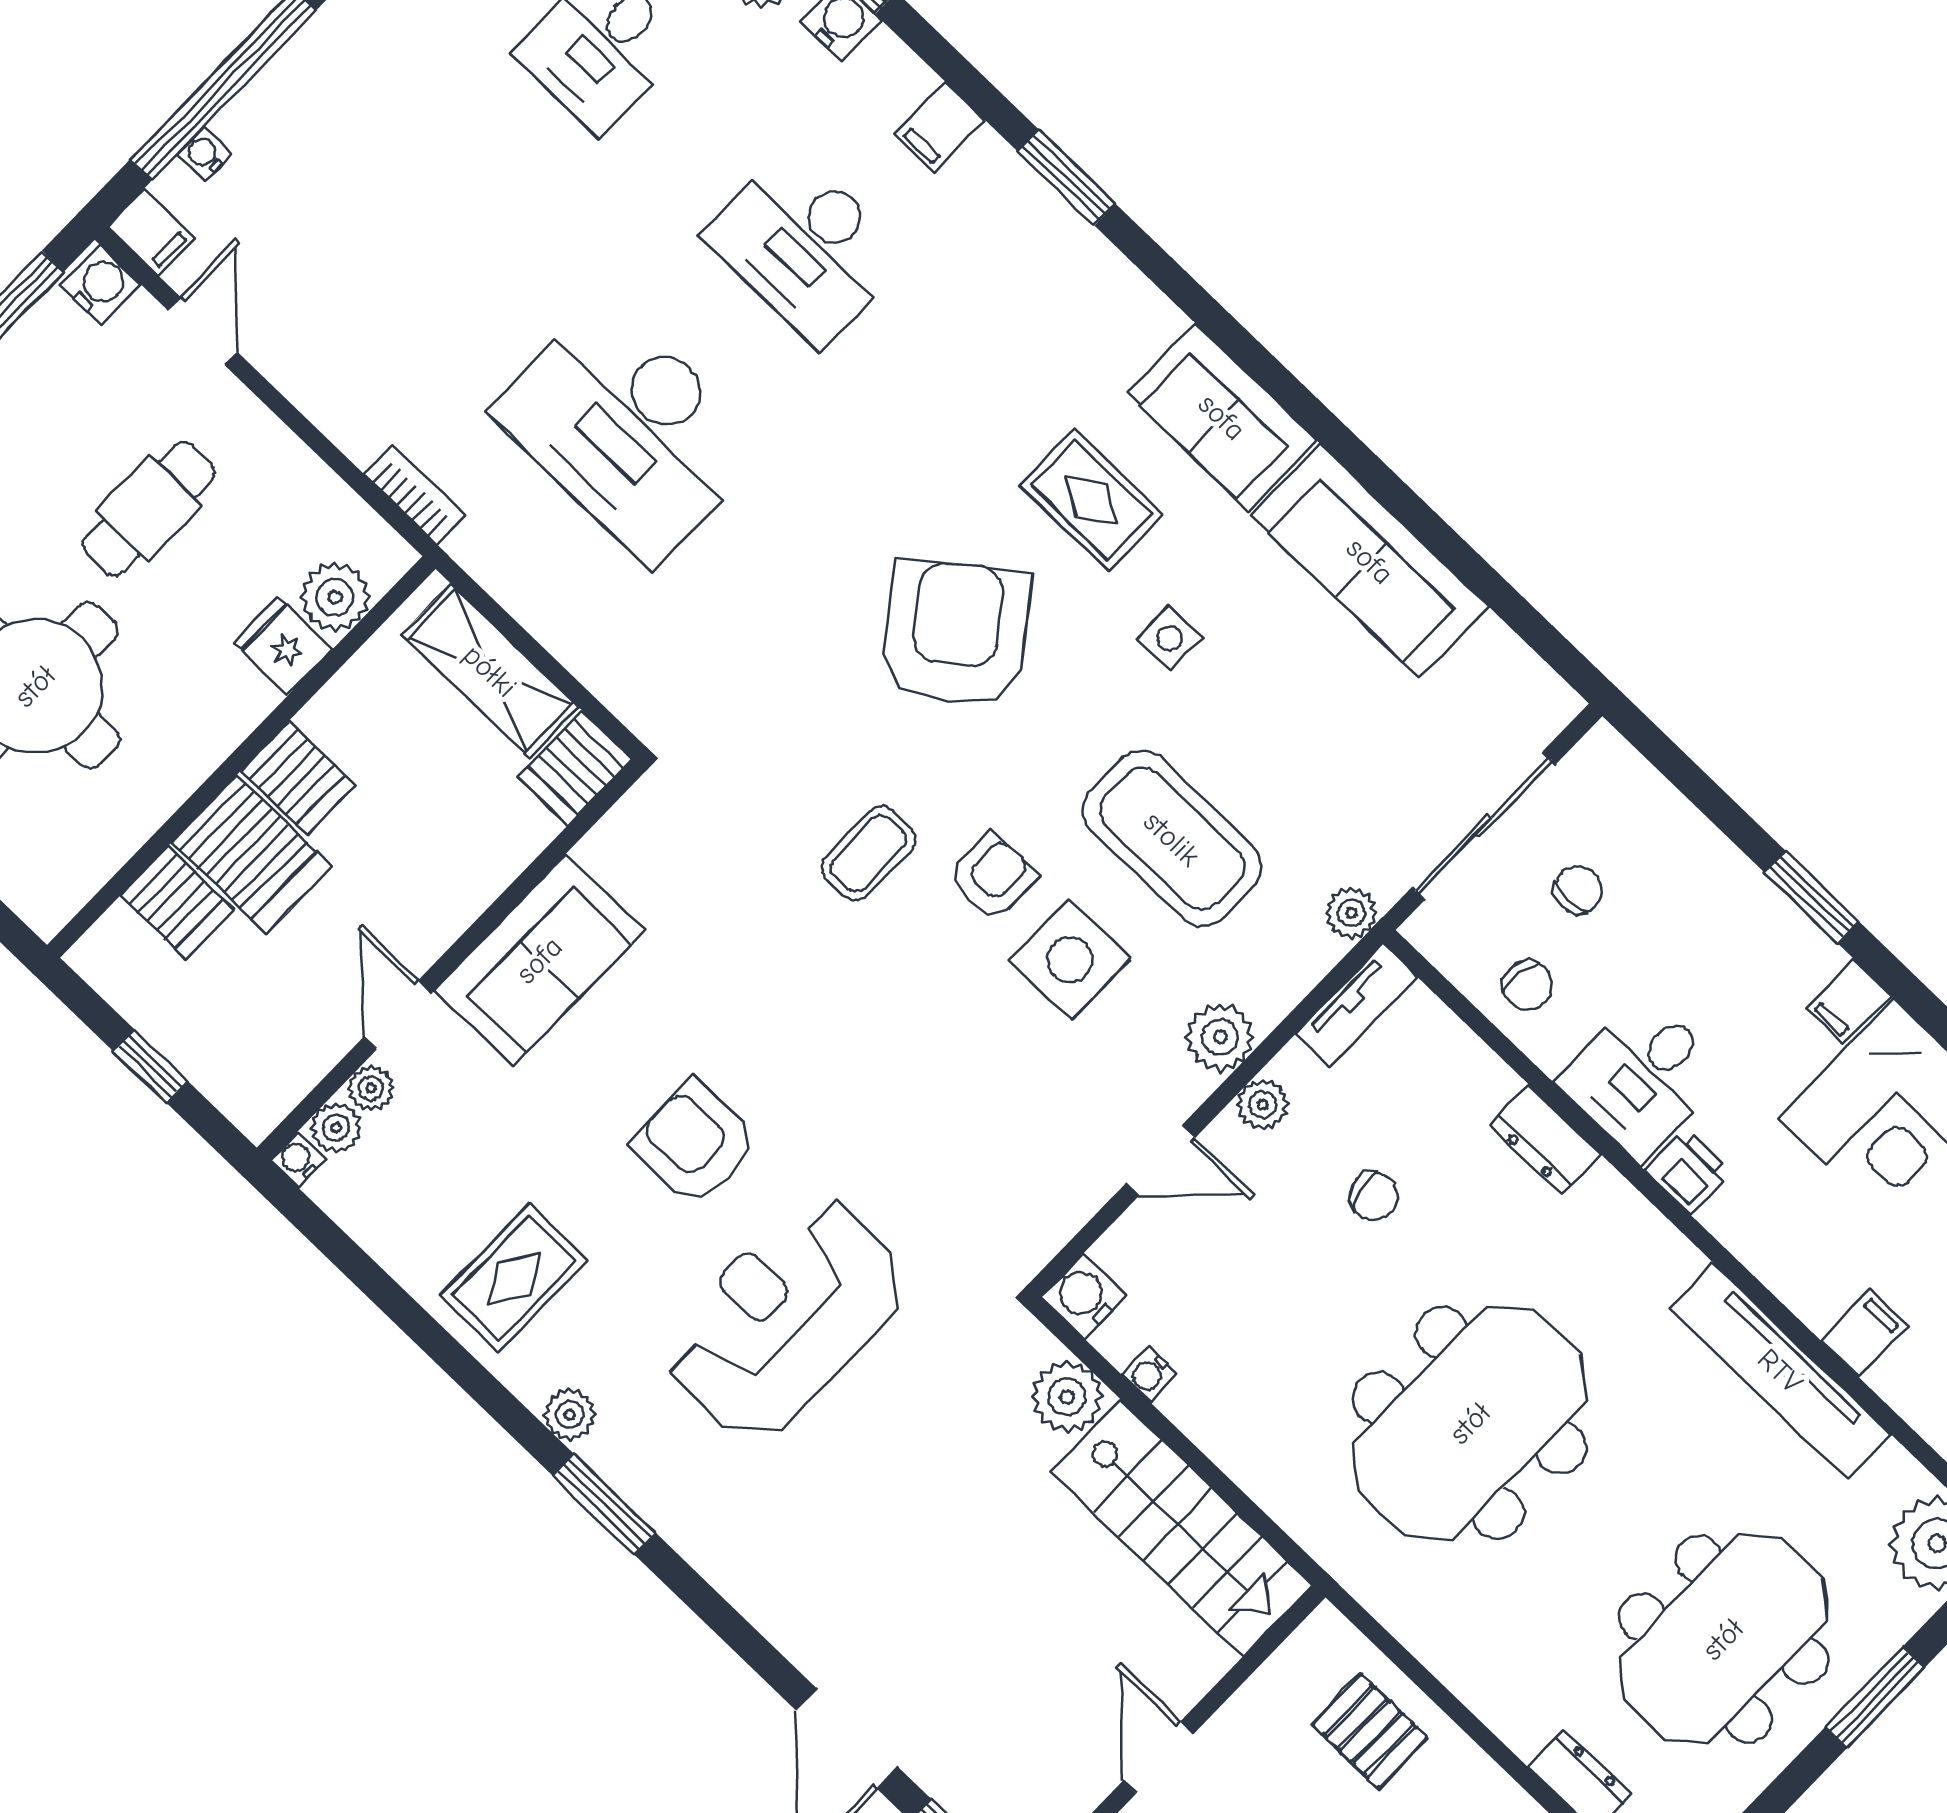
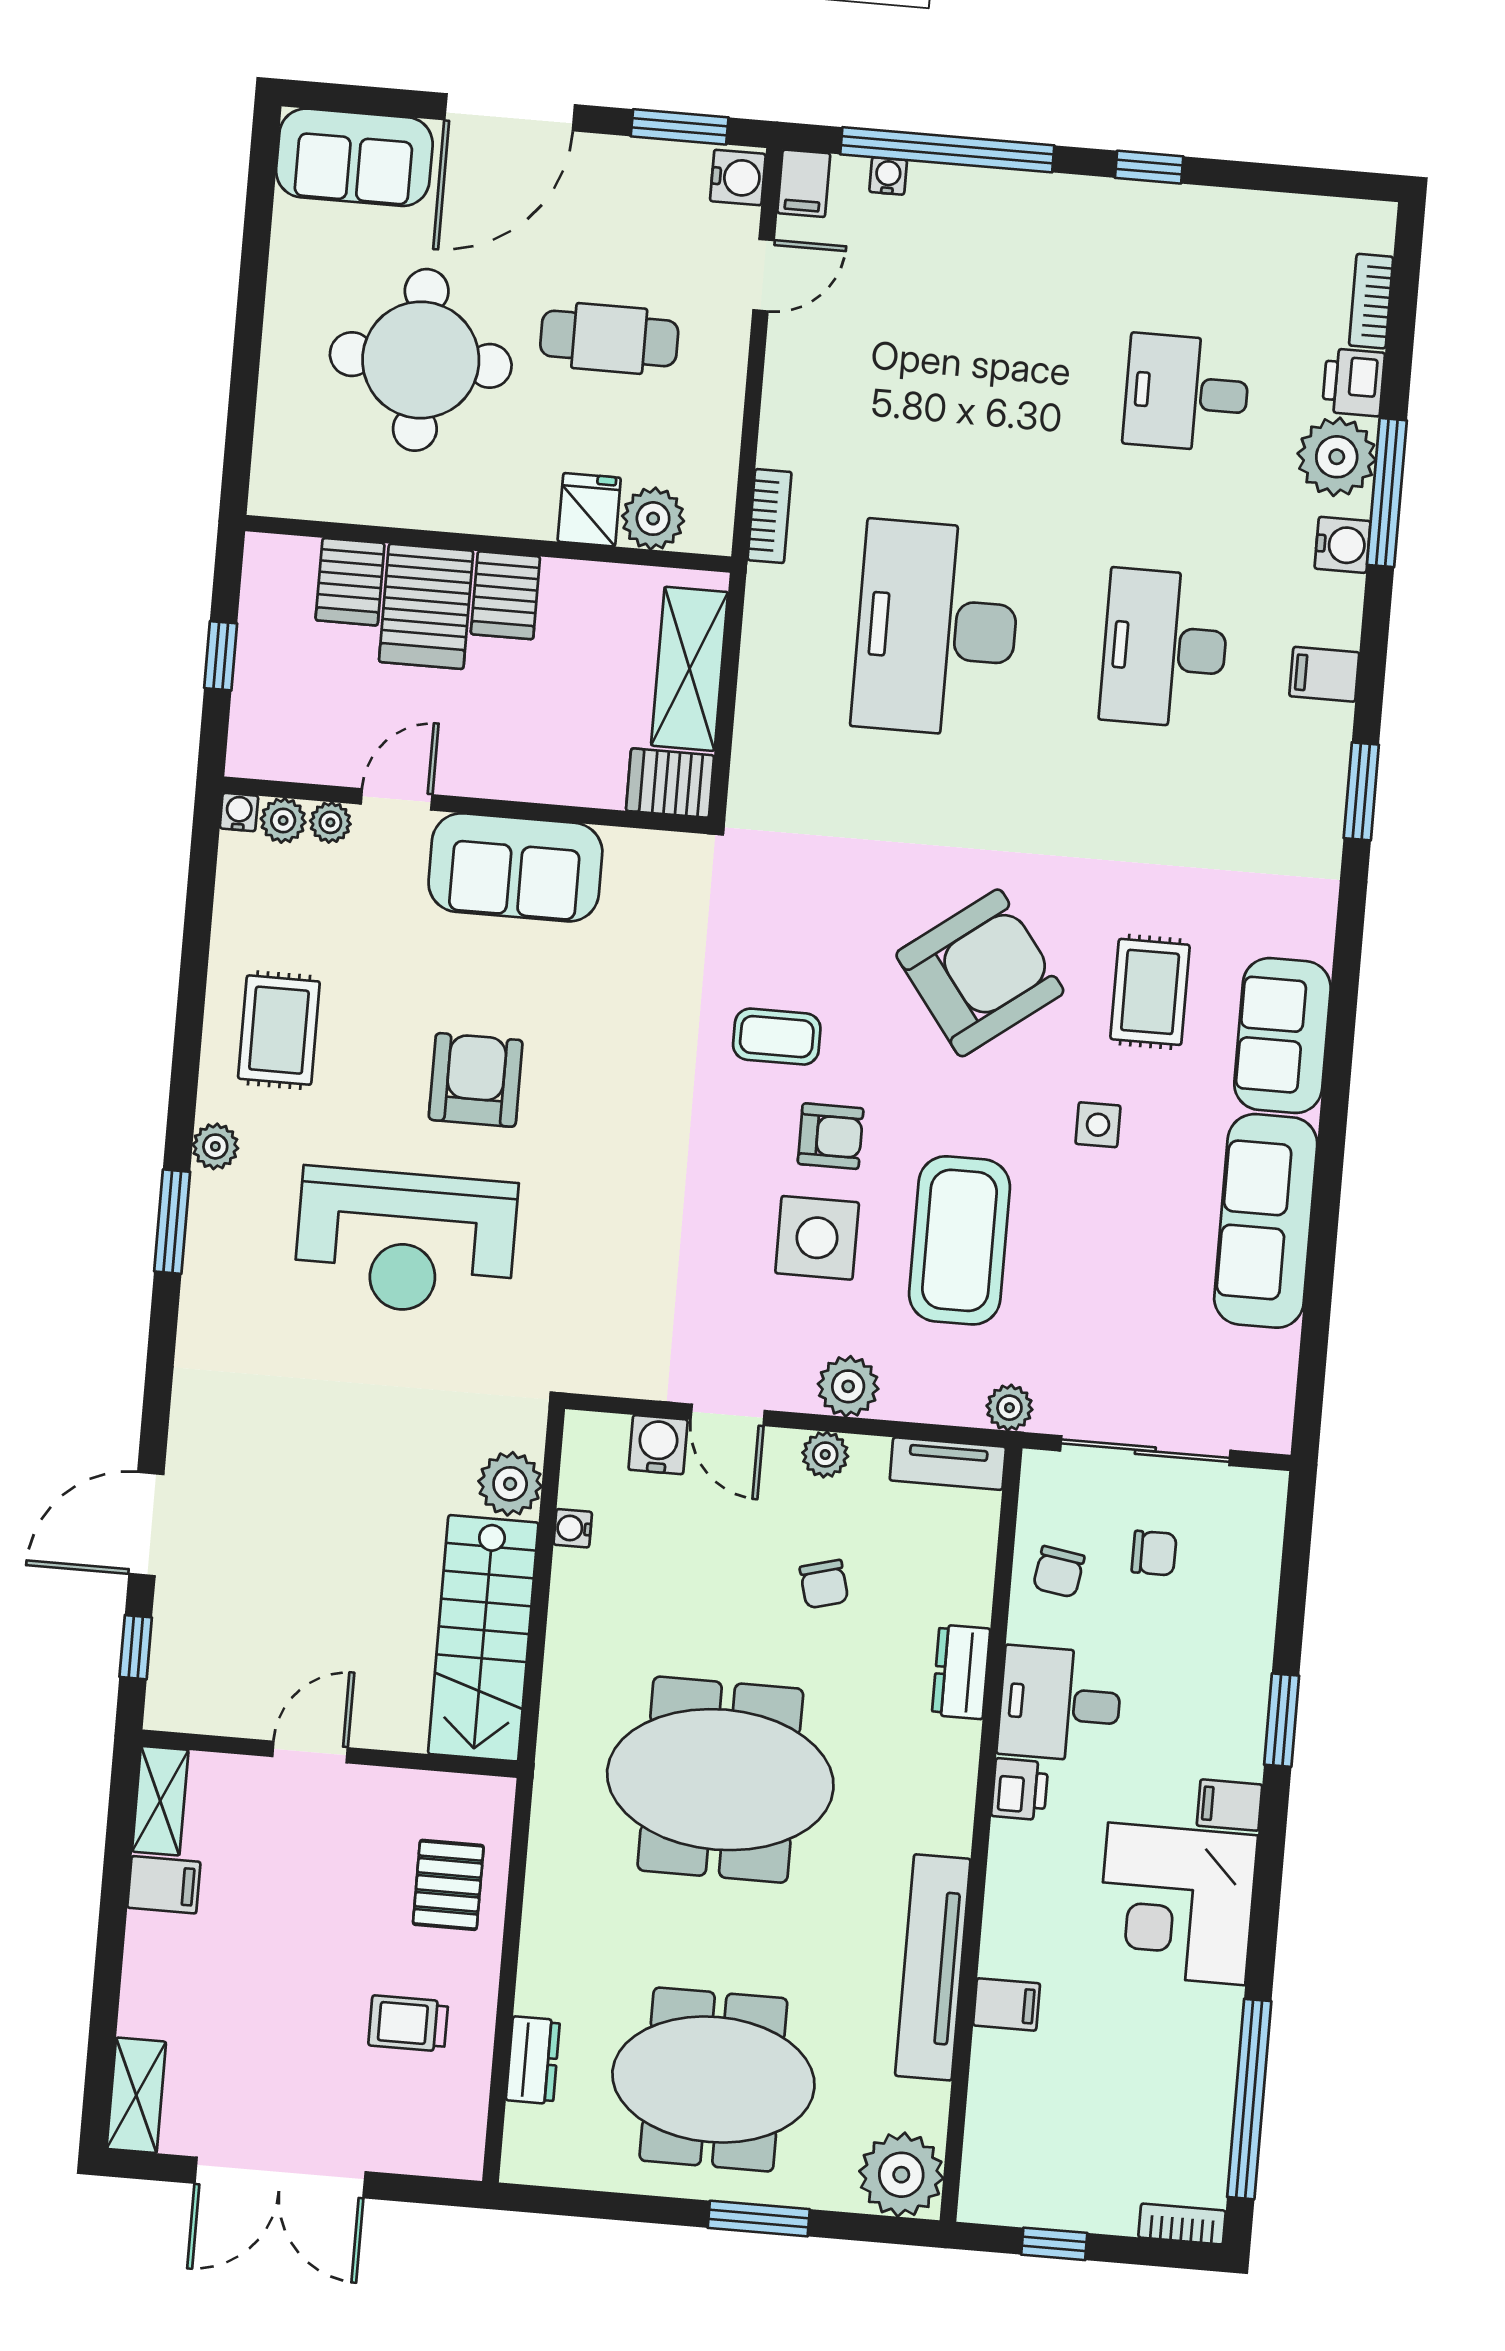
rug: (514, 1278) -> (279, 1030), turned 90
water cooler: (1084, 1296) -> (658, 1445), moved
reception desk: (785, 1317) -> (405, 1242), turned 180

